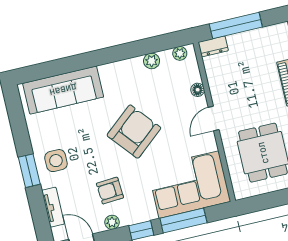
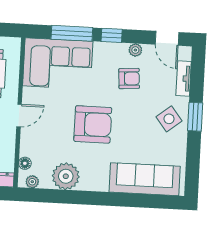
plant: (152, 61) -> (66, 176), width x1.87, depth x1.87
floor lamp: (198, 90) -> (25, 163), moved
armchair: (134, 132) -> (93, 124), turned -140
side table: (56, 161) -> (169, 119), turned -38

